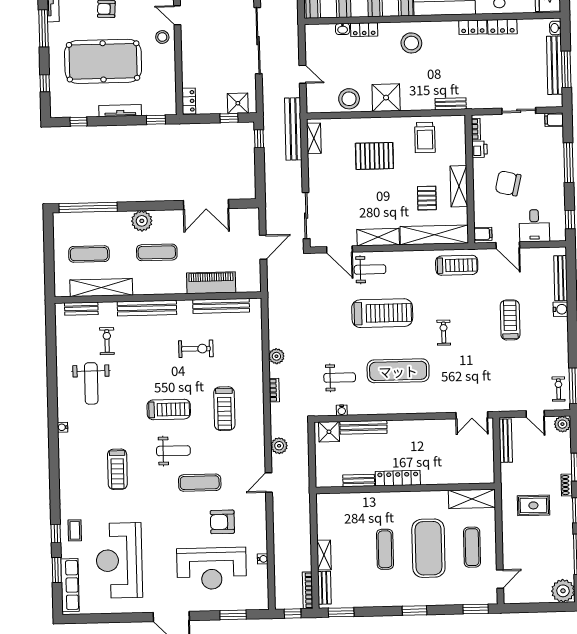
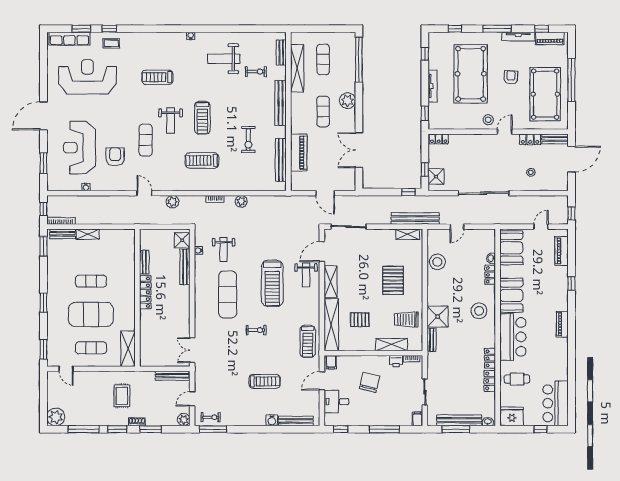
shower: (386, 98) -> (438, 317), moved
shelving: (459, 186) -> (391, 345), moved

